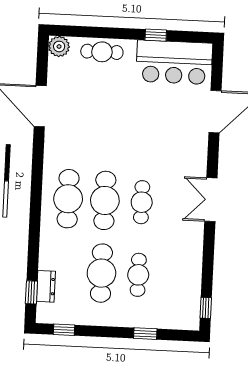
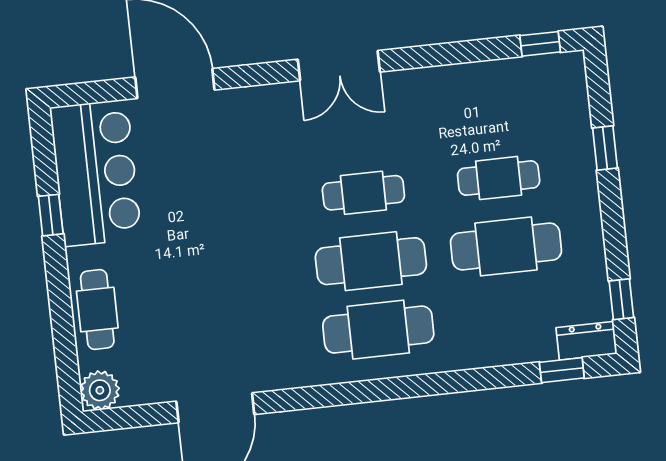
dresser: (46, 286) -> (586, 341), moved

